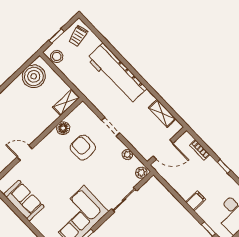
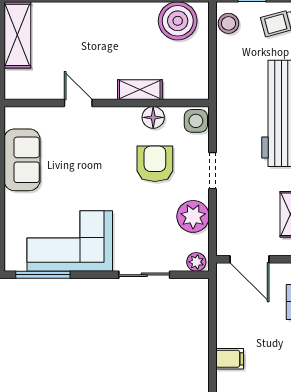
shelving: (66, 102) -> (140, 90), moved
side table: (83, 112) -> (196, 121), added
plant: (127, 155) -> (193, 216), width x1.87, depth x1.87

